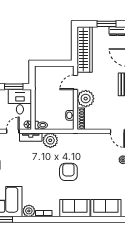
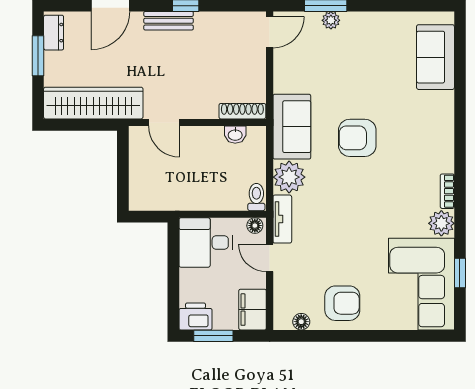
window: (14, 87) -> (173, 256), removed
plant: (86, 99) -> (199, 101), removed
sofa: (75, 208) -> (292, 127), moved, turned 180

